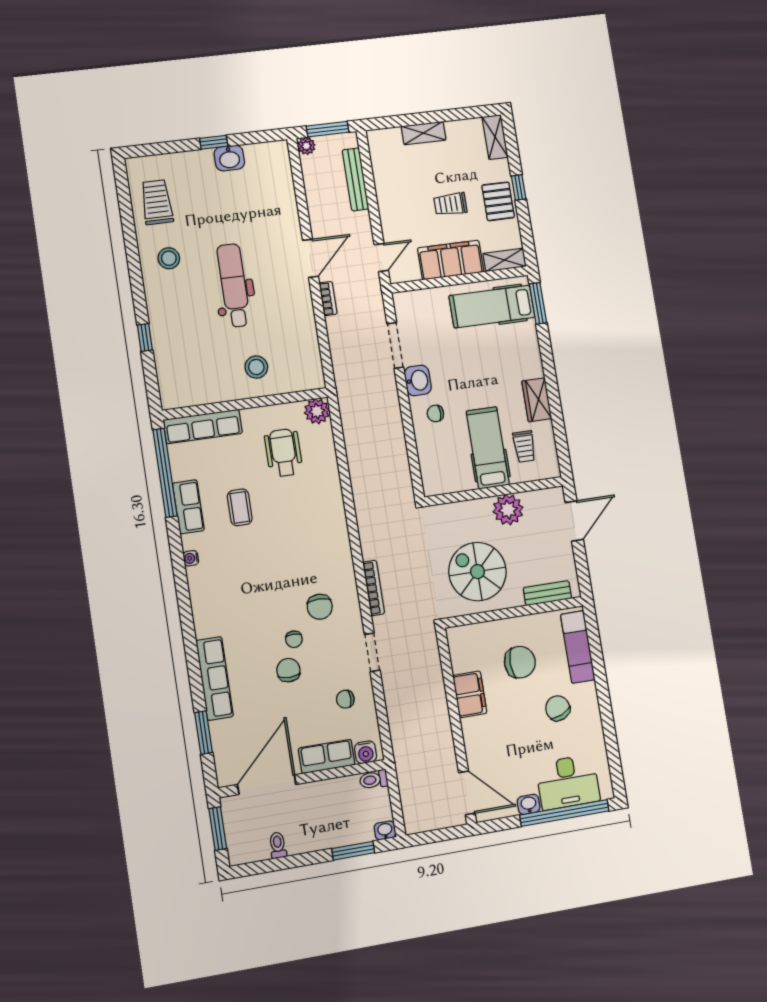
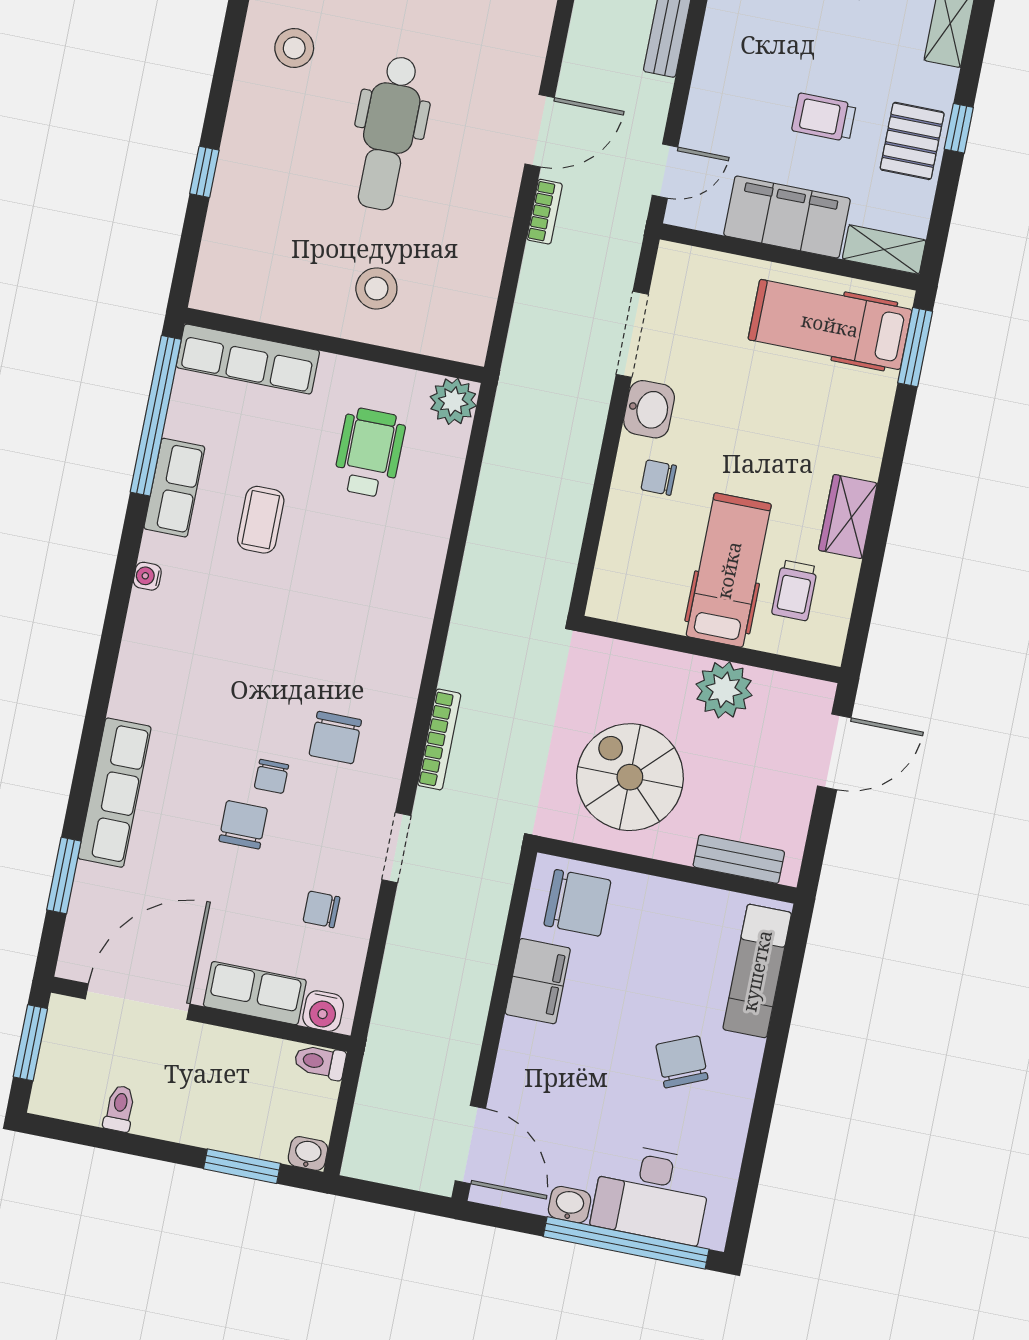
dental chair: (234, 285) -> (389, 133), turned 180
chair: (520, 662) -> (577, 903), moved

